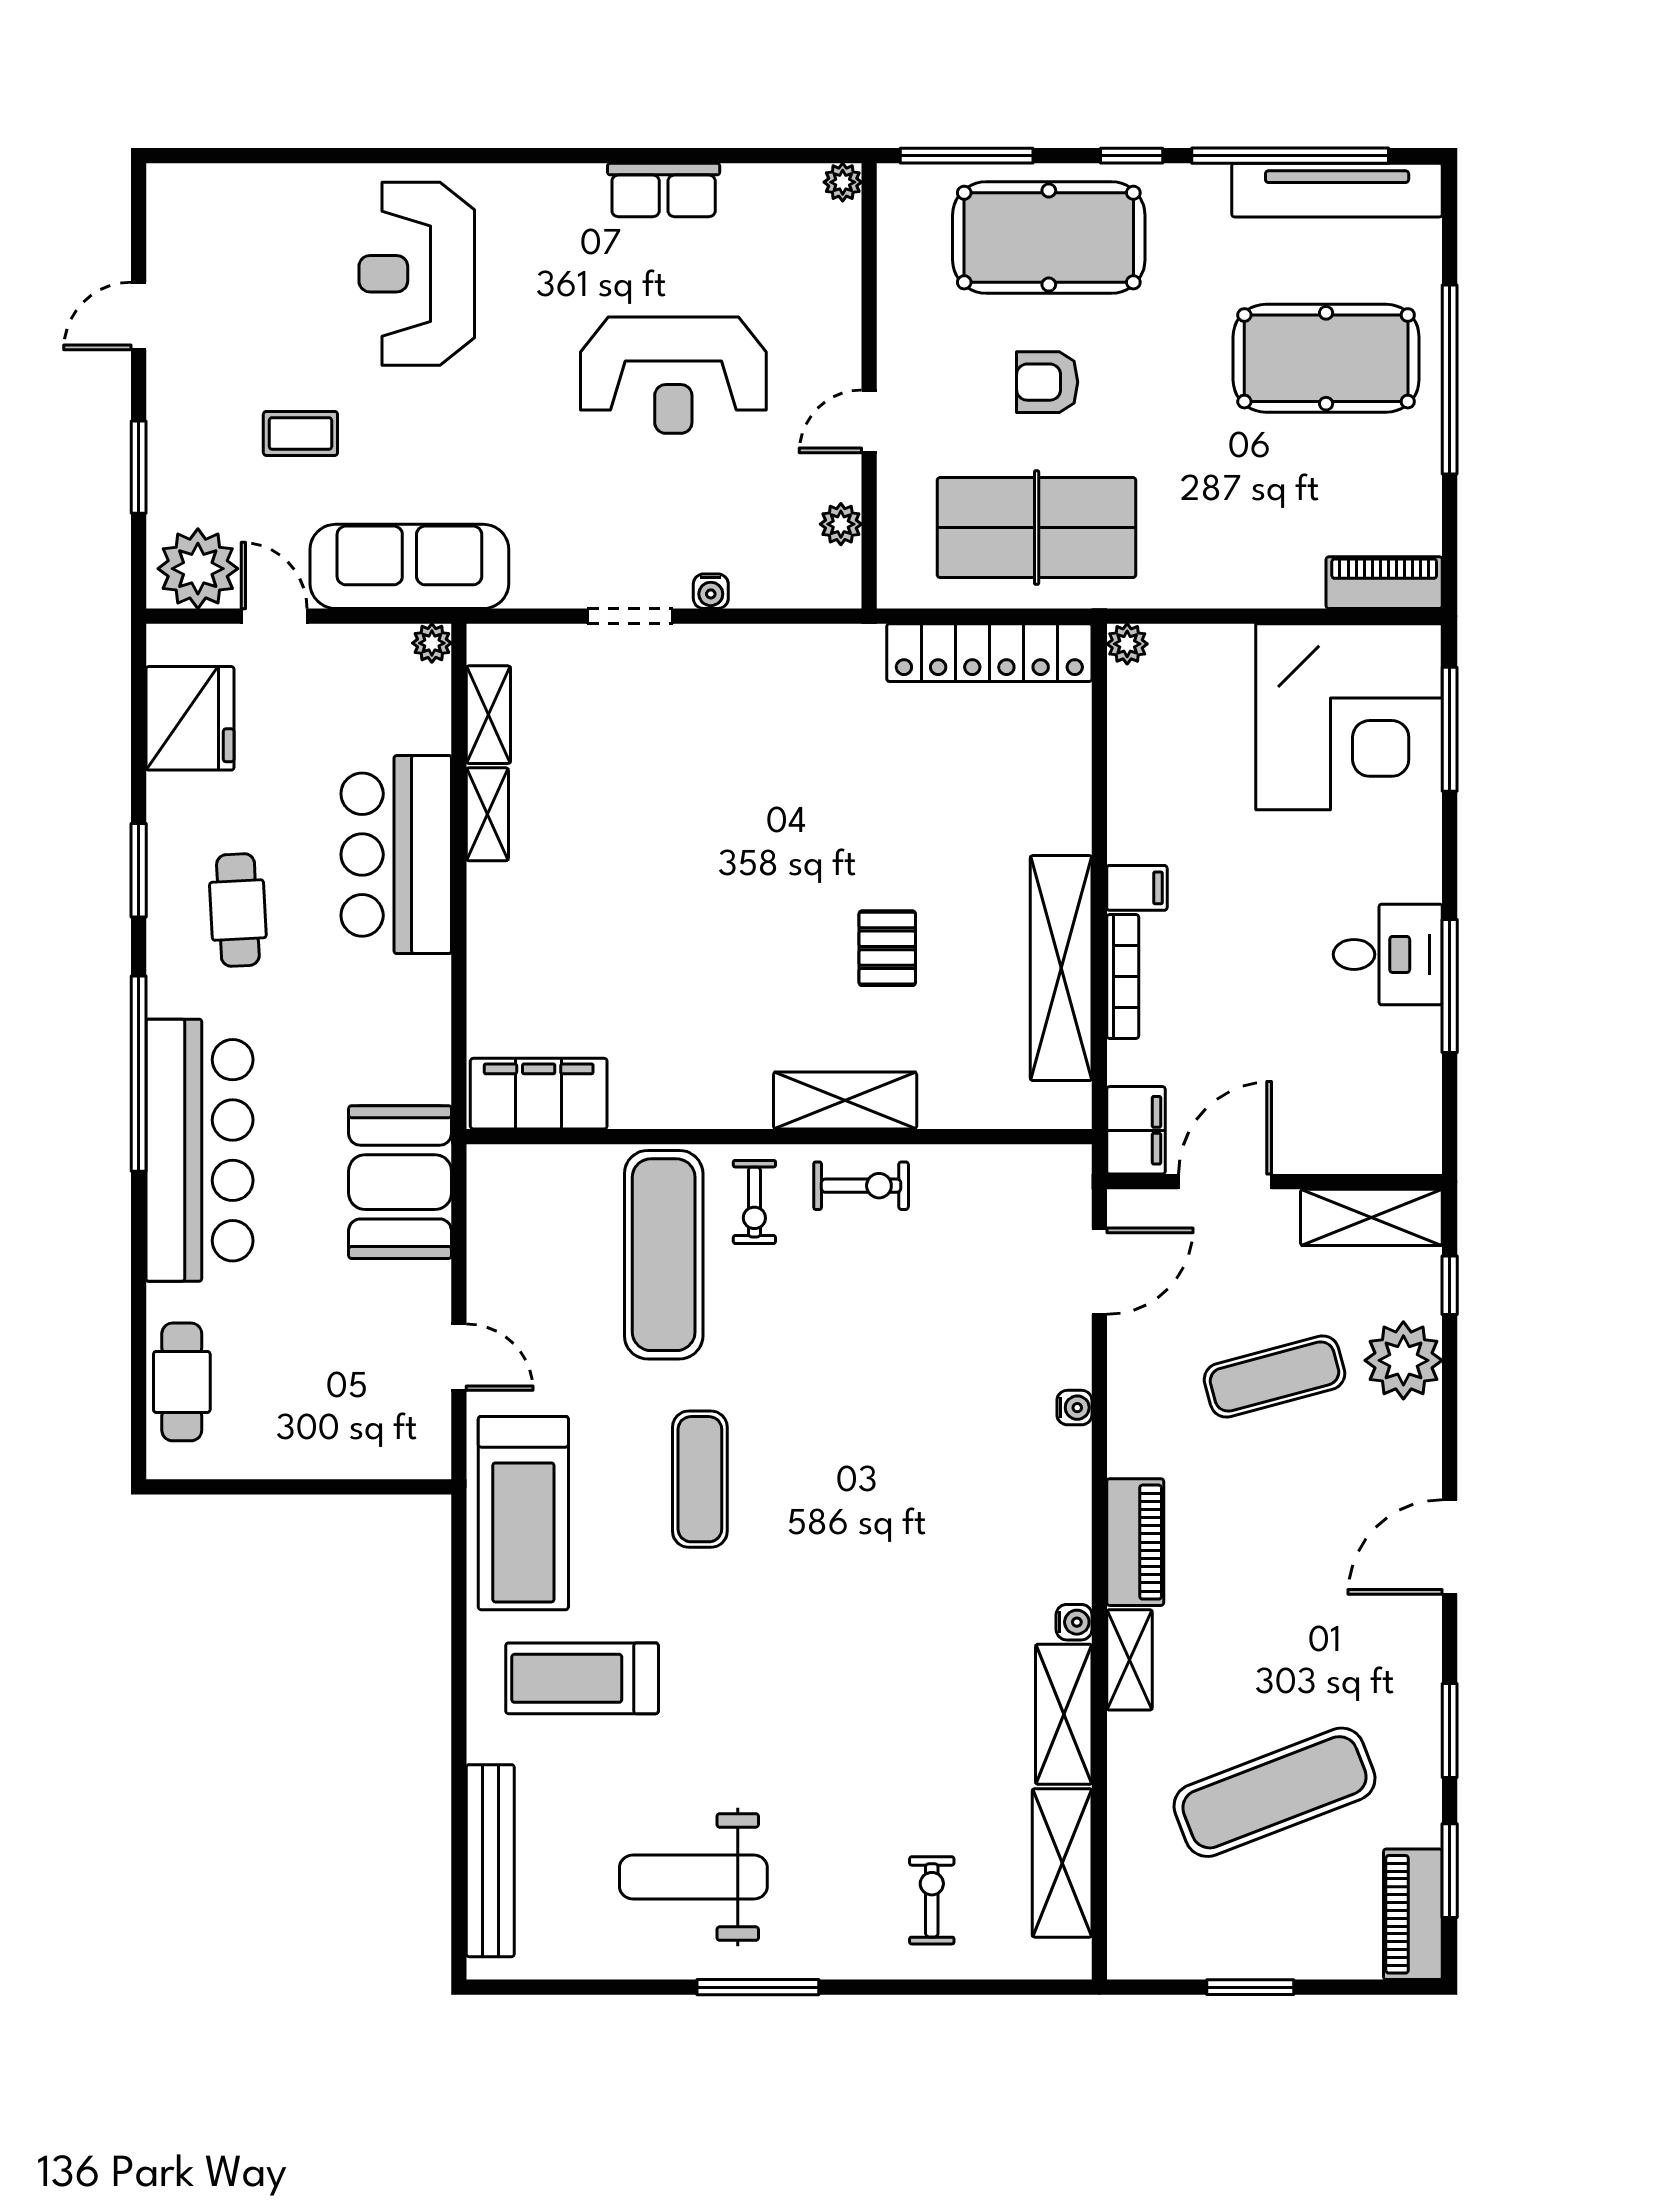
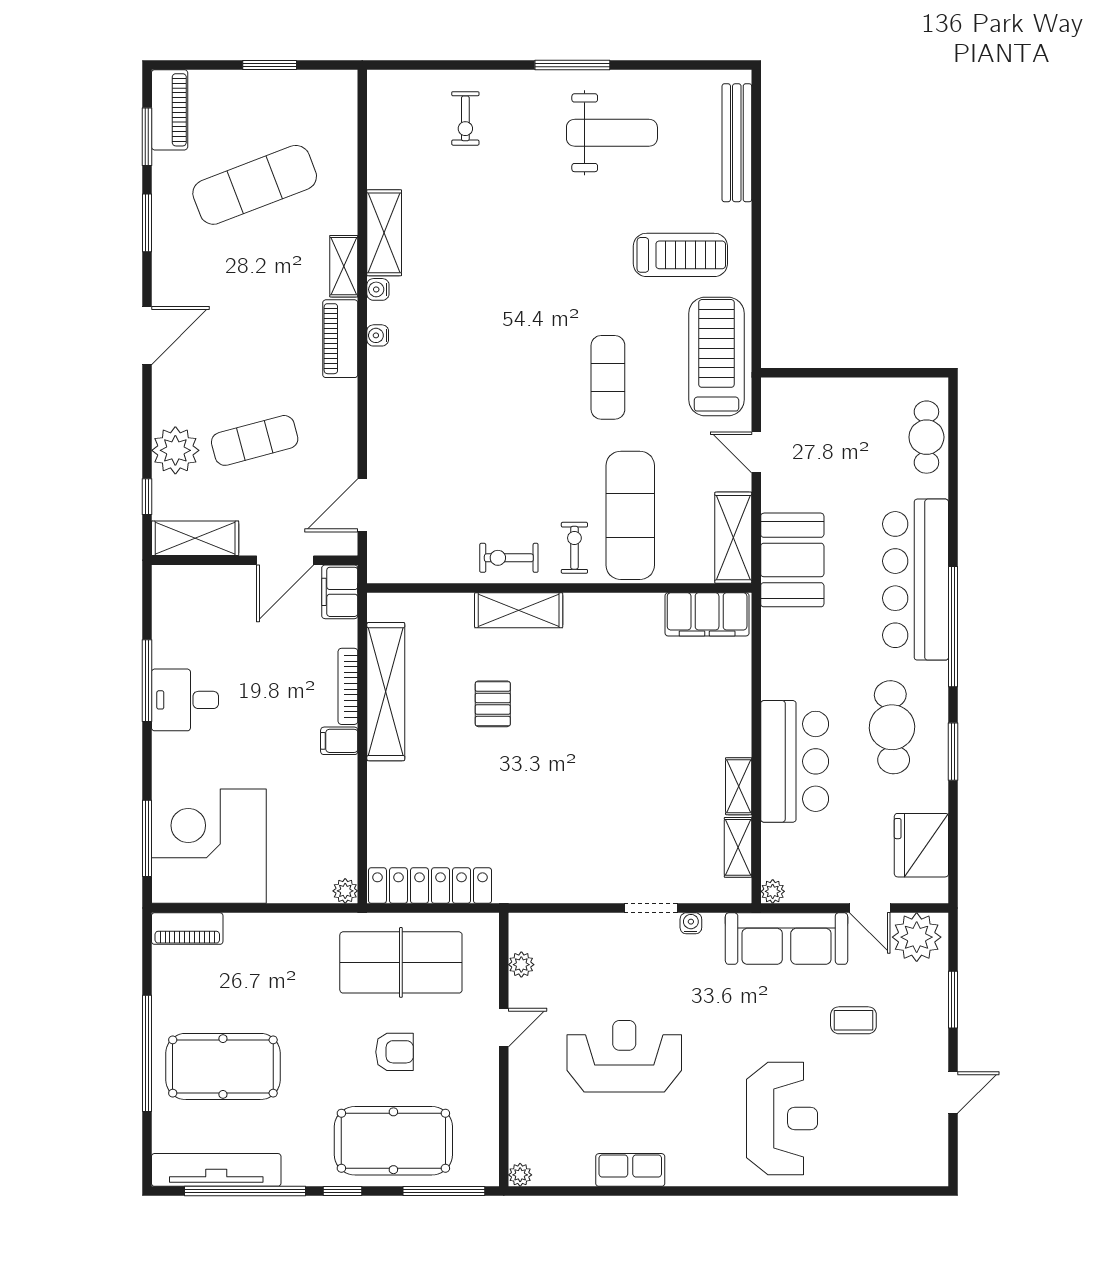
water cooler: (711, 591) -> (691, 923), moved
cafe table: (238, 910) -> (892, 727), width x1.37, depth x1.35
water cooler: (1074, 1408) -> (378, 335), moved
shelving: (1062, 1863) -> (733, 538), moved

